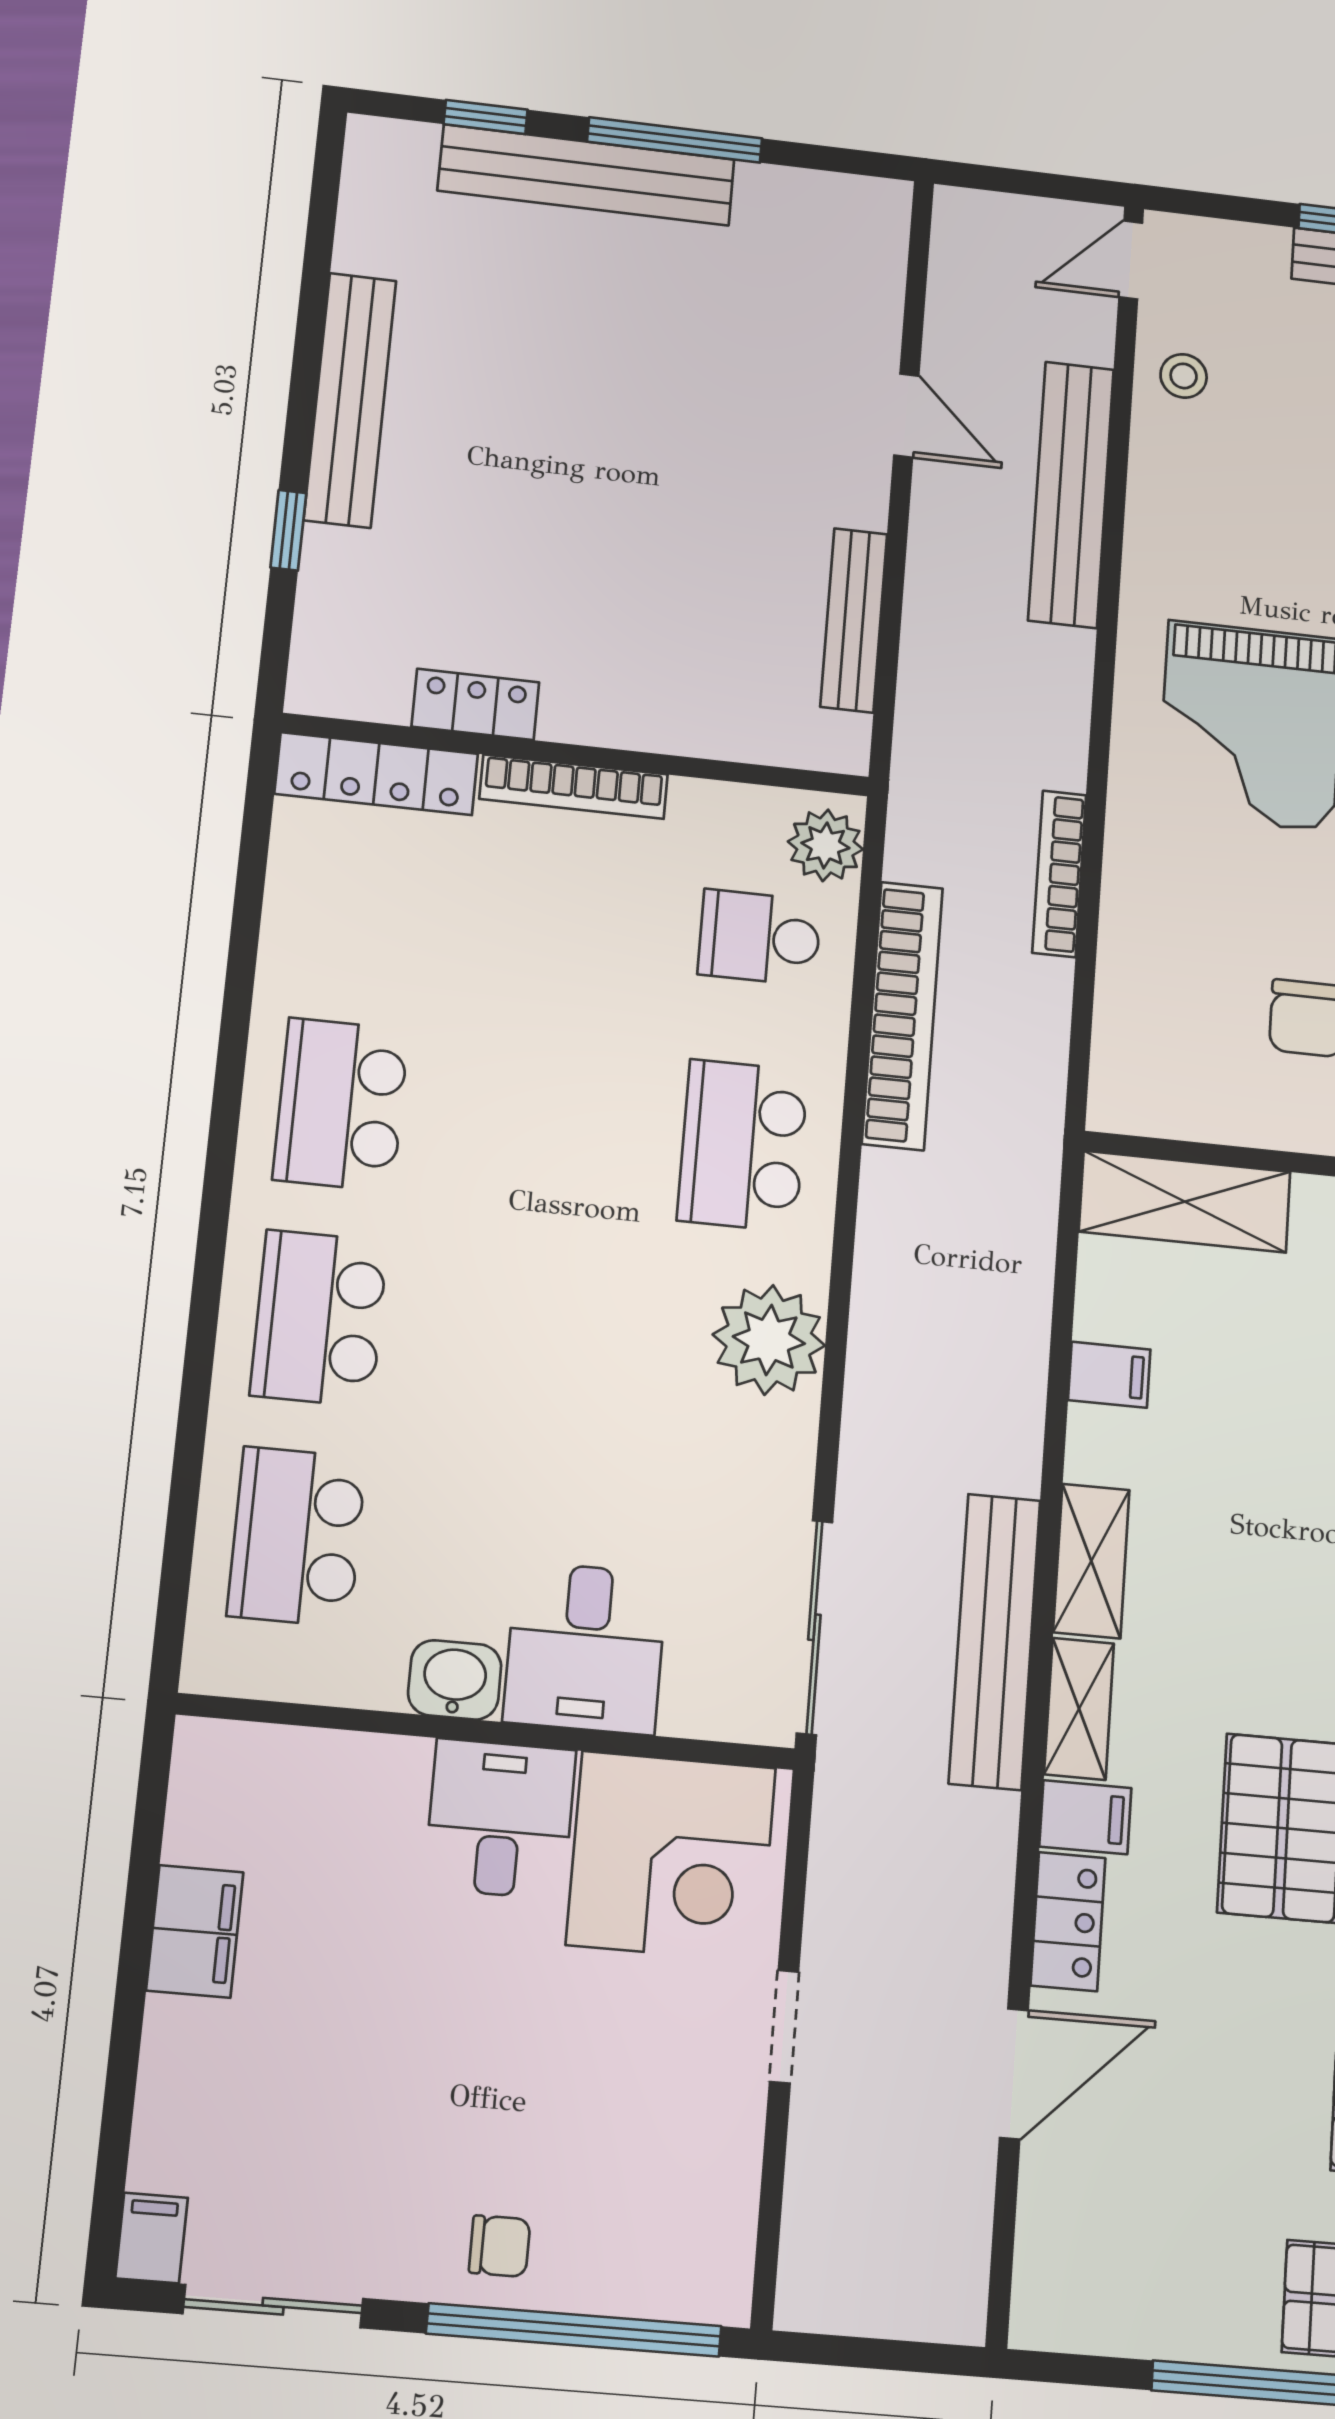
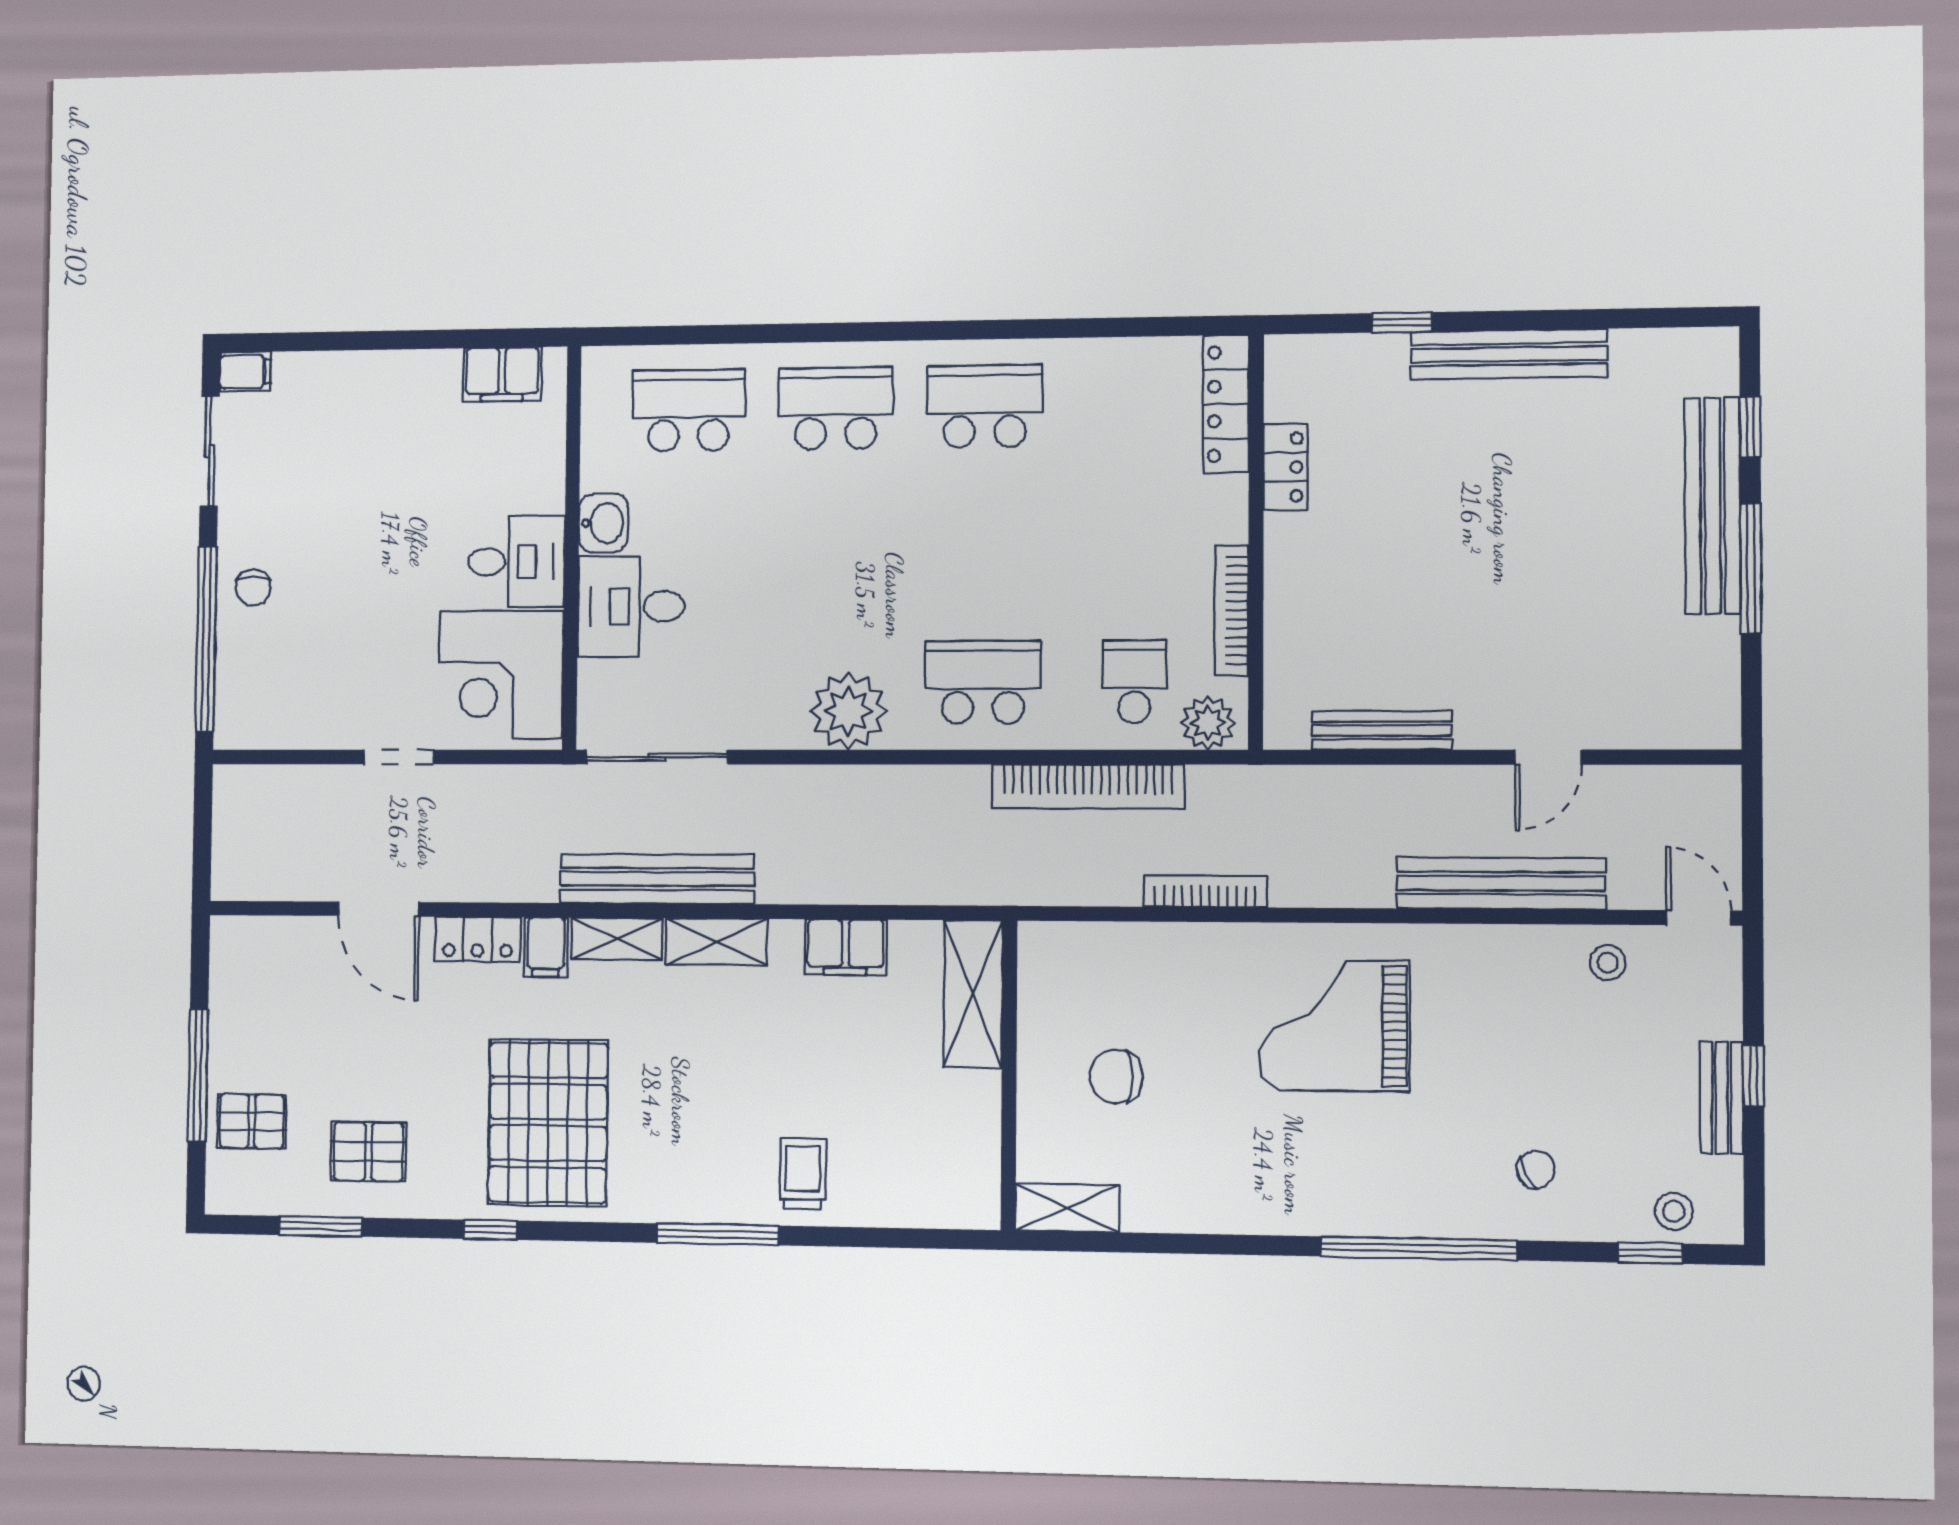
bookcase: (574, 787) -> (1232, 611), moved
filing cabinet: (1109, 1375) -> (845, 947), width x2.00
filing cabinet: (195, 1931) -> (502, 374), moved

